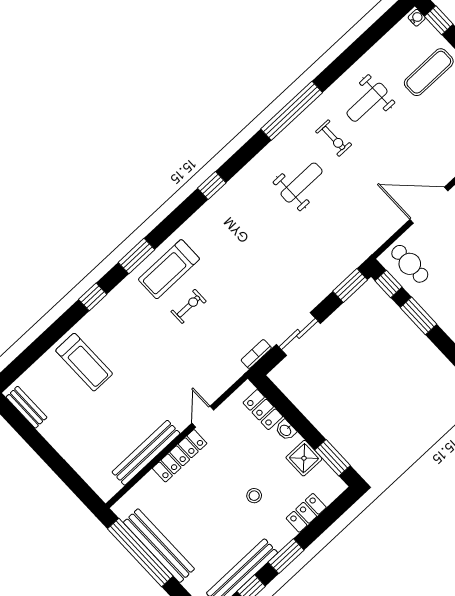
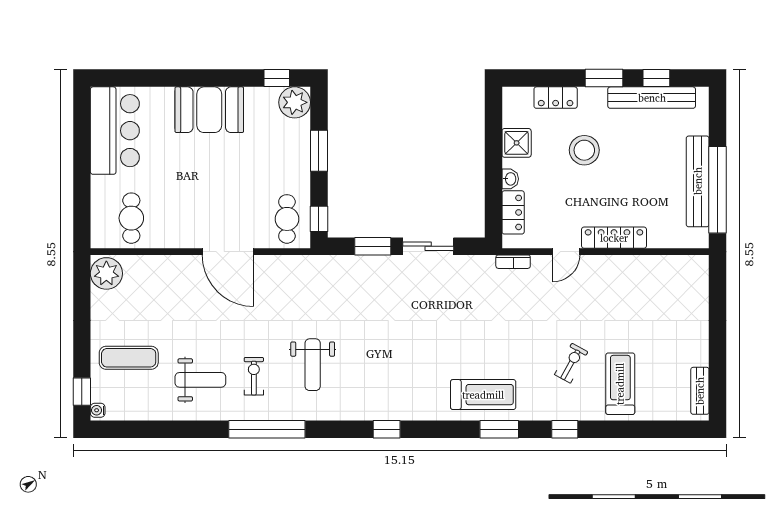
weight bench: (302, 183) -> (313, 365), turned -90
window: (350, 286) -> (373, 246), moved
exercise bike: (189, 306) -> (571, 363), moved, turned 119
window: (418, 316) -> (319, 151), moved
bookcase: (256, 354) -> (513, 262), moved
bench: (146, 453) -> (639, 265), removed
window: (333, 458) -> (493, 122), removed
stool: (254, 496) -> (584, 150), width x1.89, depth x1.89

